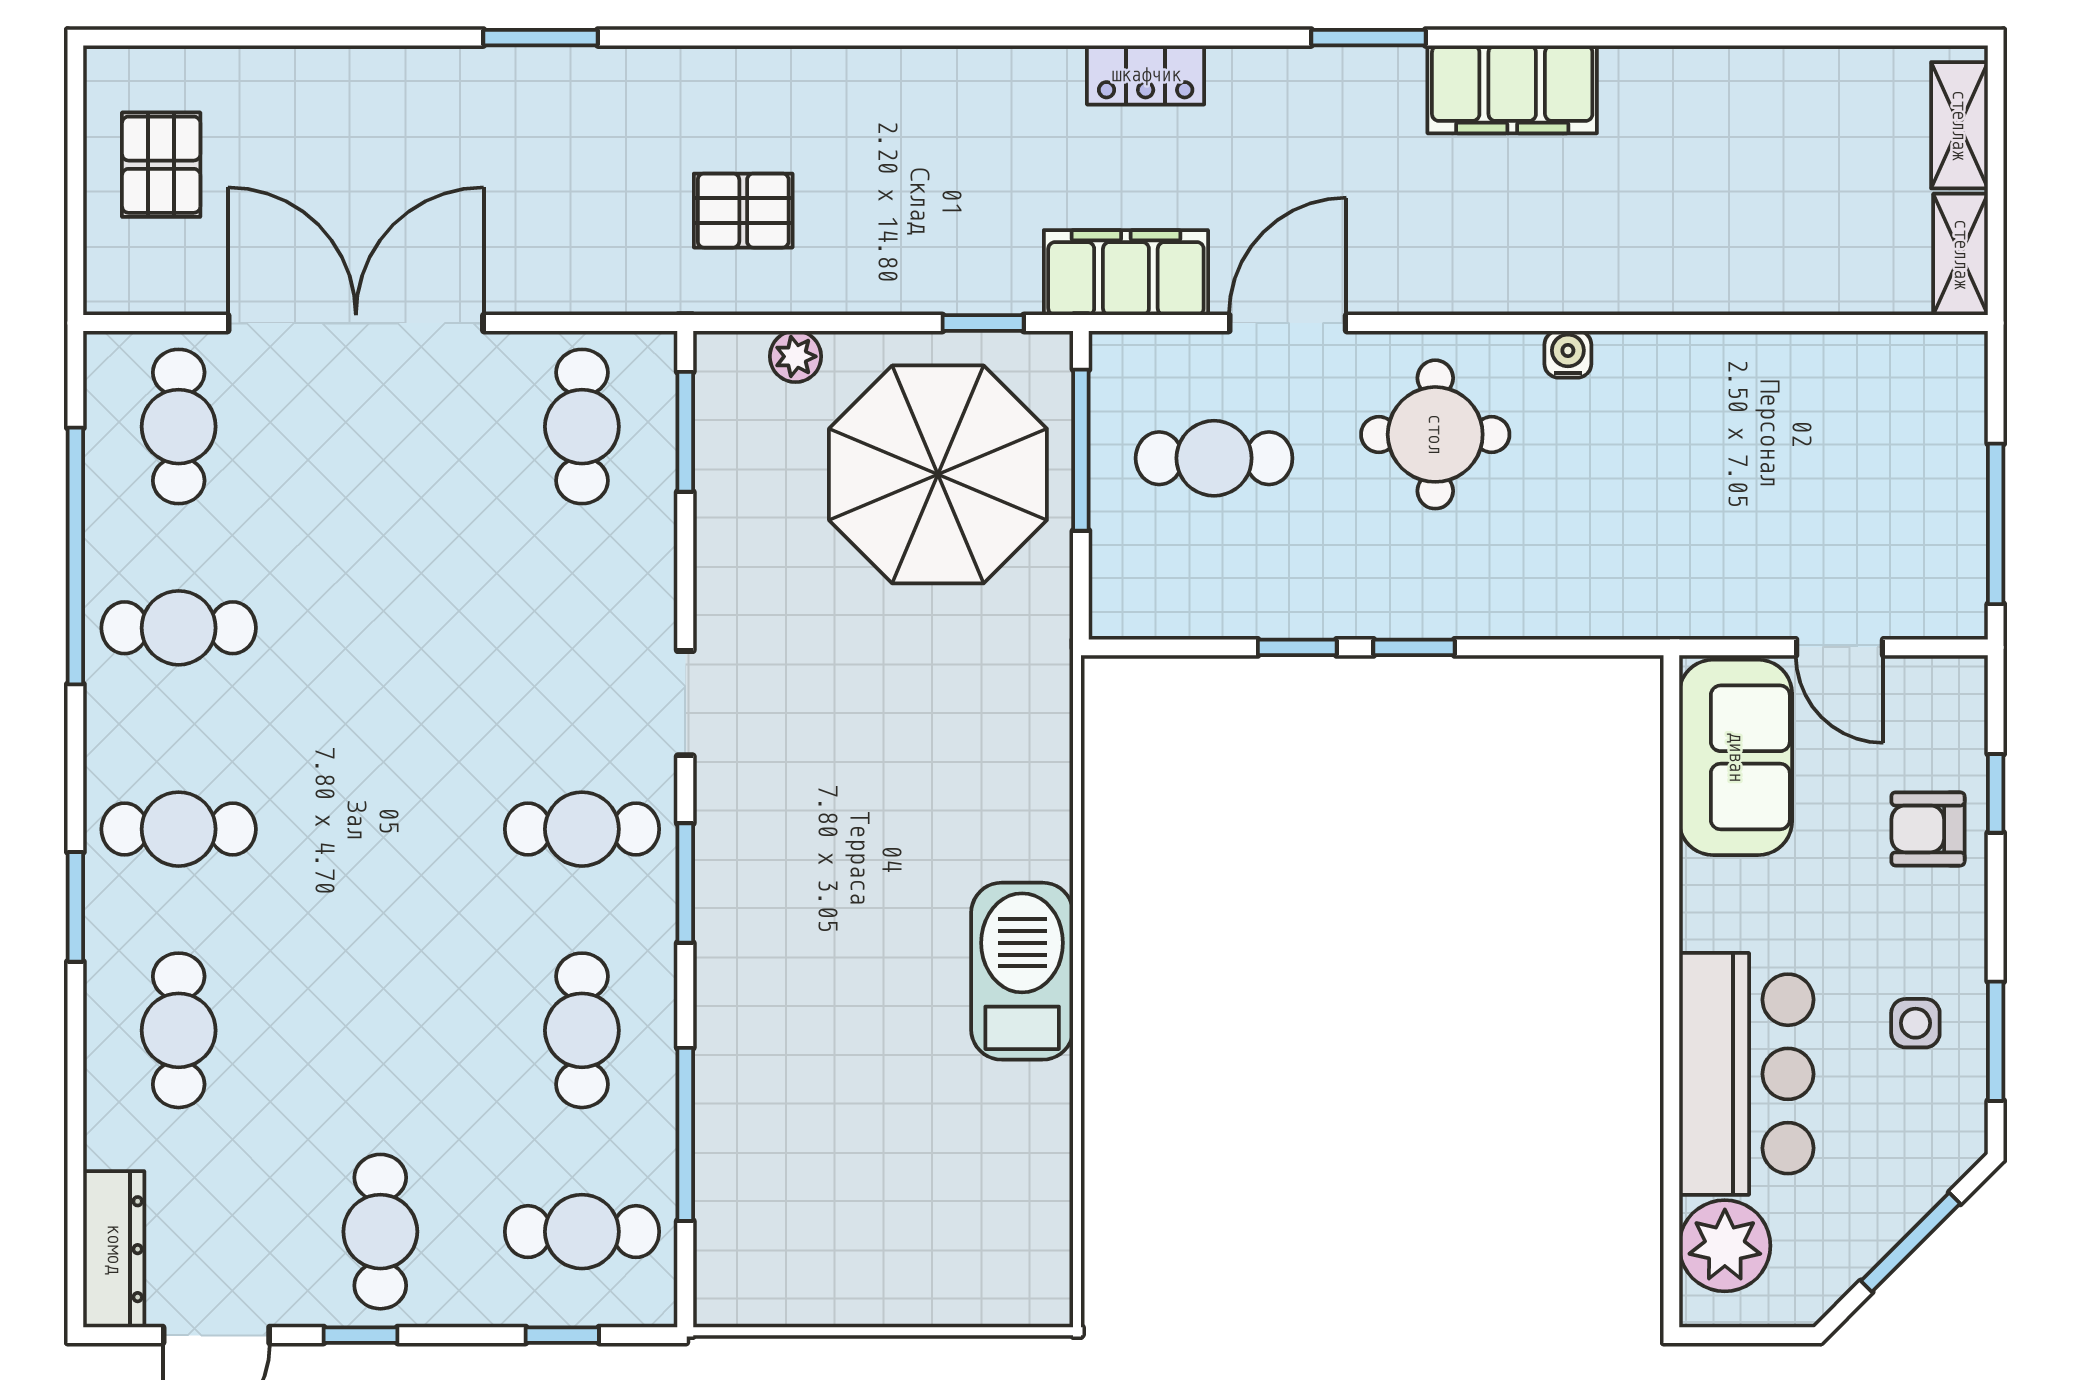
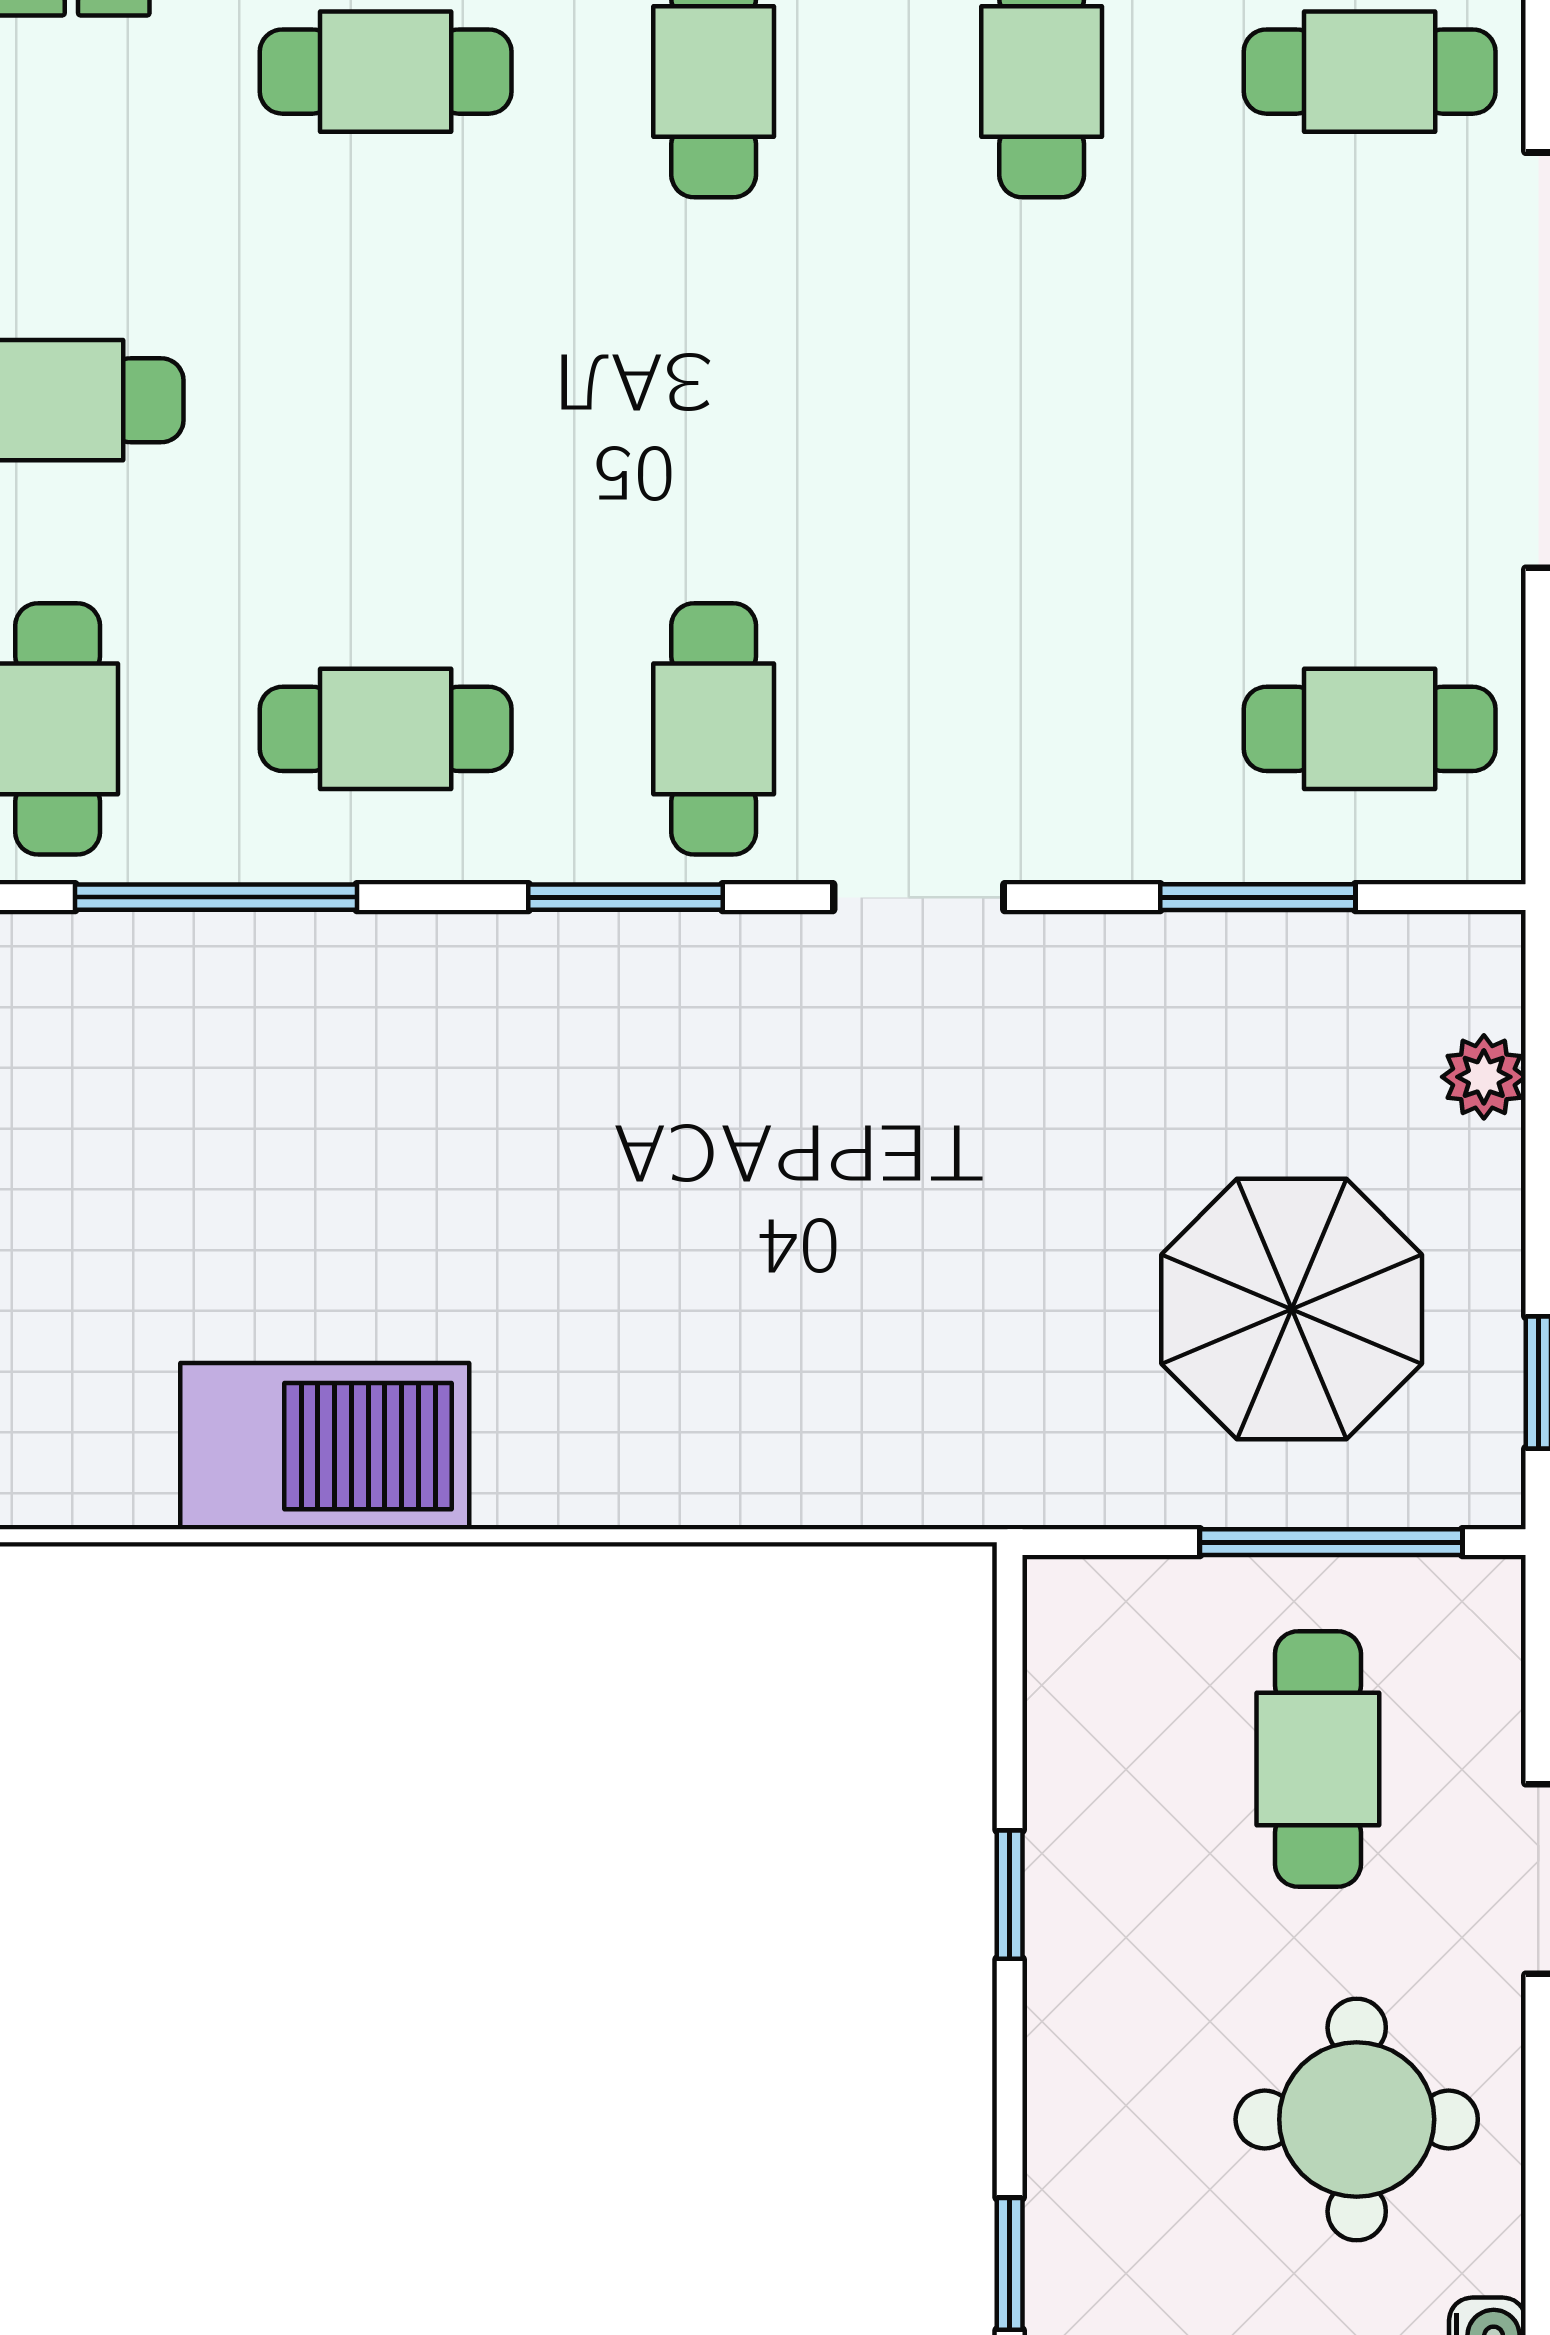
window: (685, 432) -> (1258, 897), moved
parasol: (938, 474) -> (1292, 1309), width x0.73, depth x0.73
window: (1414, 647) -> (1010, 2264), moved
barbecue: (1022, 971) -> (325, 1446), moved

